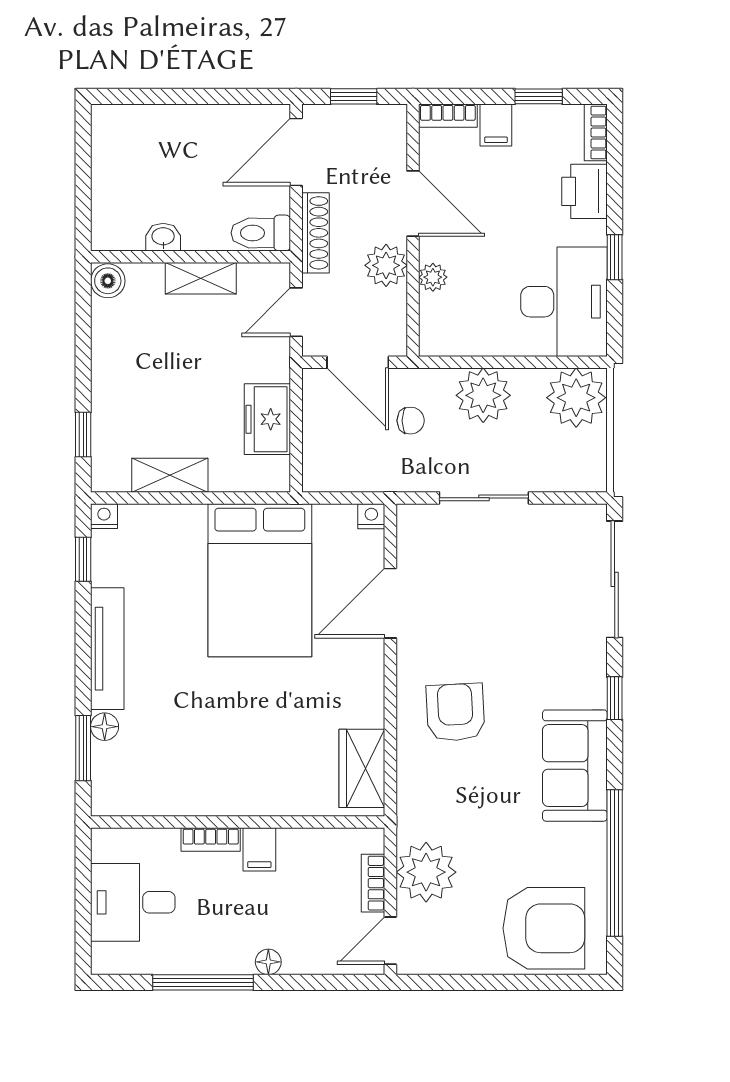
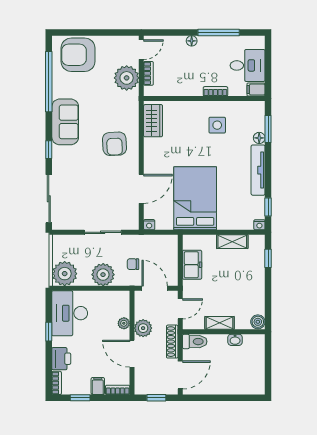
side table: (206, 758) -> (217, 125), added
filing cabinet: (259, 849) -> (256, 90), moved, turned -90

